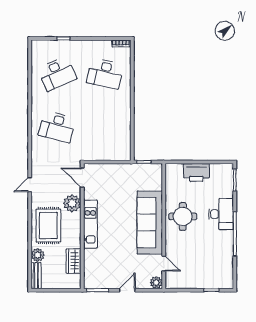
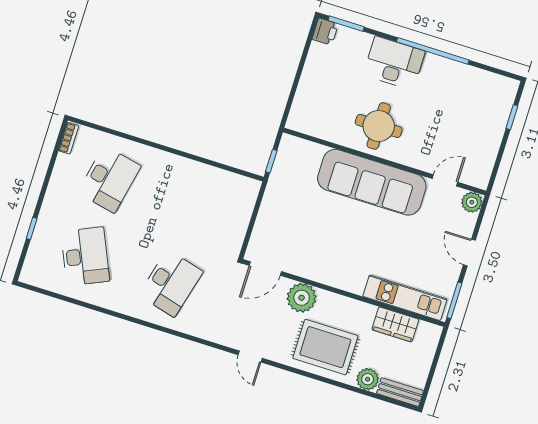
printer: (196, 172) -> (325, 32), moved, width x0.53, depth x0.68
kitchen unit: (90, 224) -> (405, 298), moved

